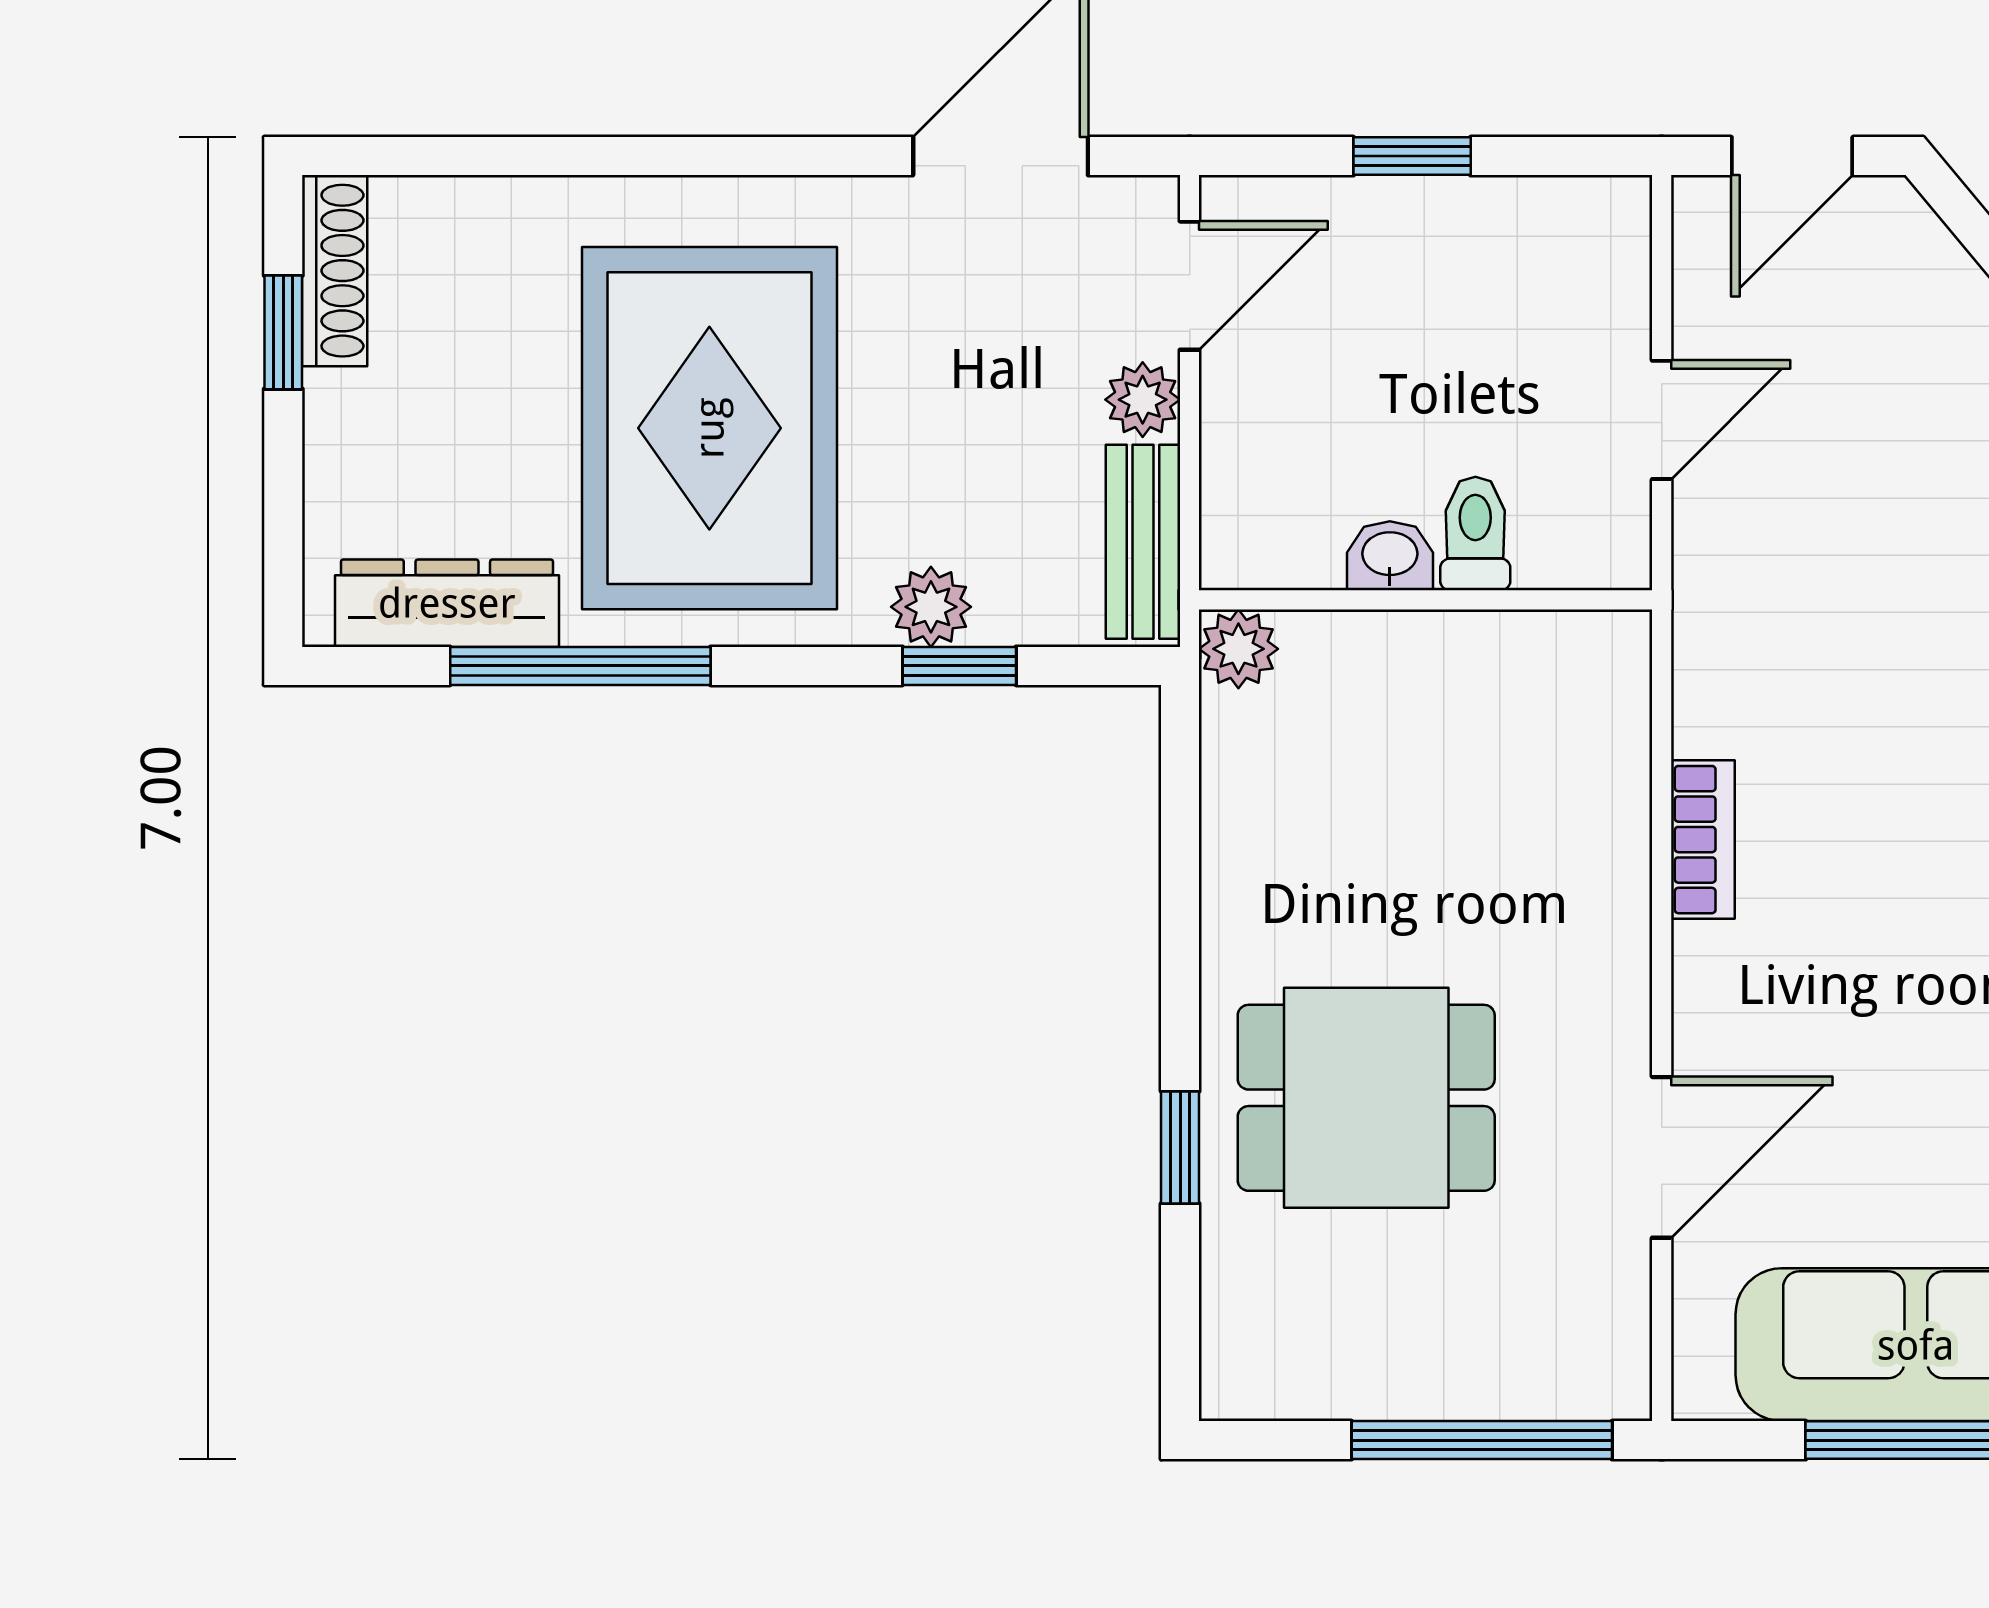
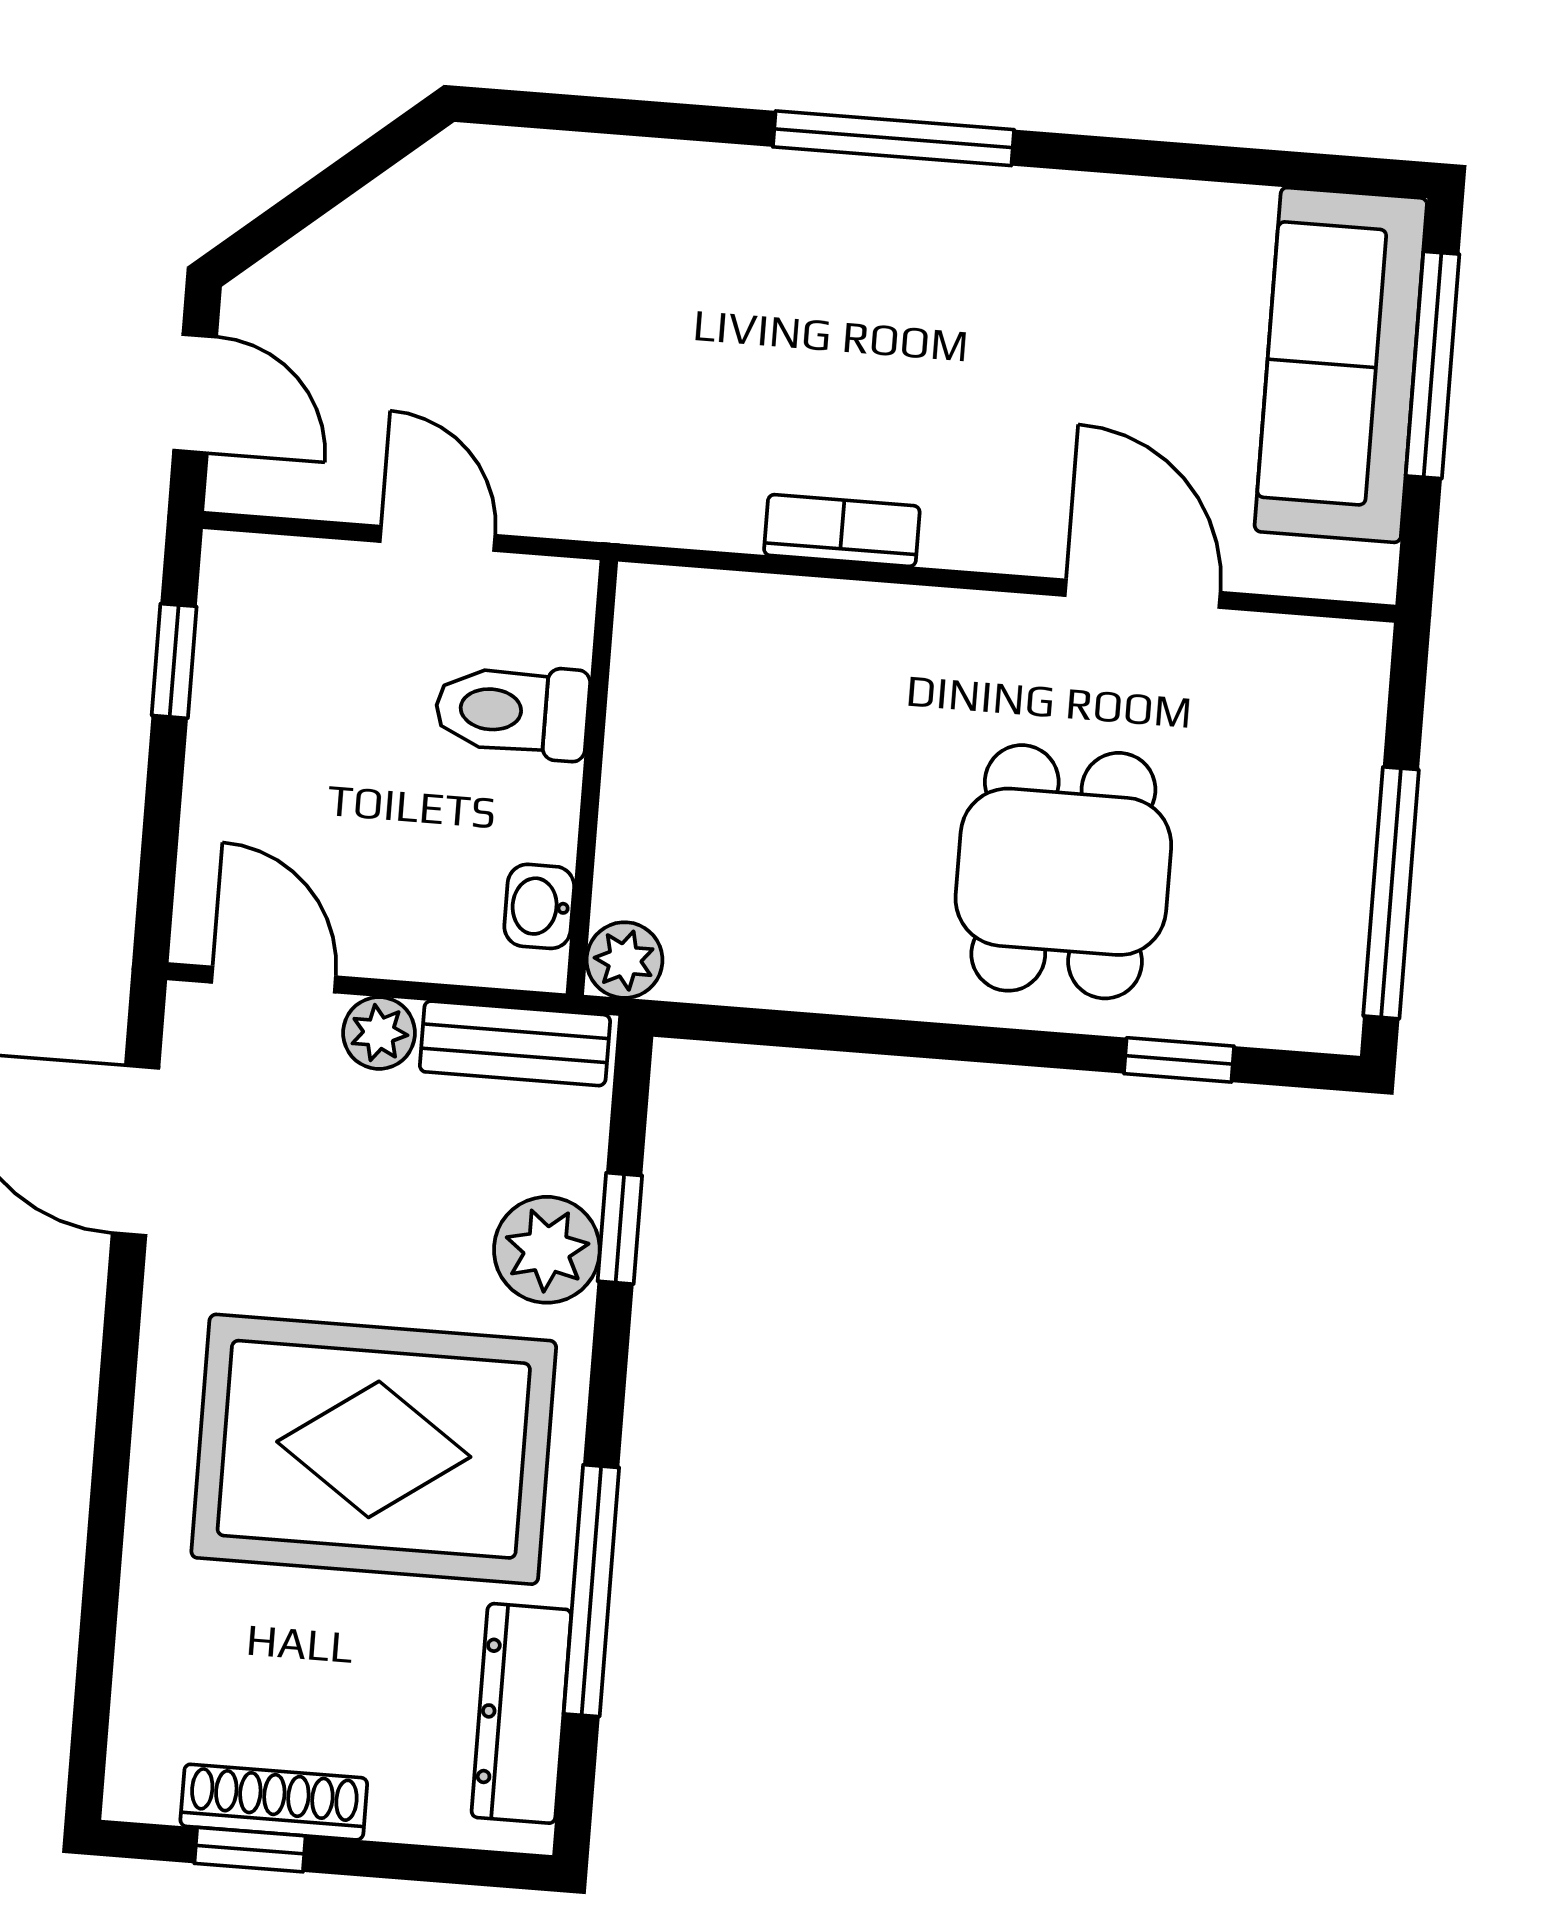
window: (1412, 156) -> (174, 661), moved
shoe rack: (335, 271) -> (274, 1802), moved
toilet: (1475, 533) -> (512, 711), width x1.37, depth x1.39
washbasin: (1390, 556) -> (539, 906), moved
plant: (931, 607) -> (547, 1250), width x1.38, depth x1.38
window: (1180, 1147) -> (1179, 1060), moved
window: (1482, 1440) -> (1391, 893), moved

